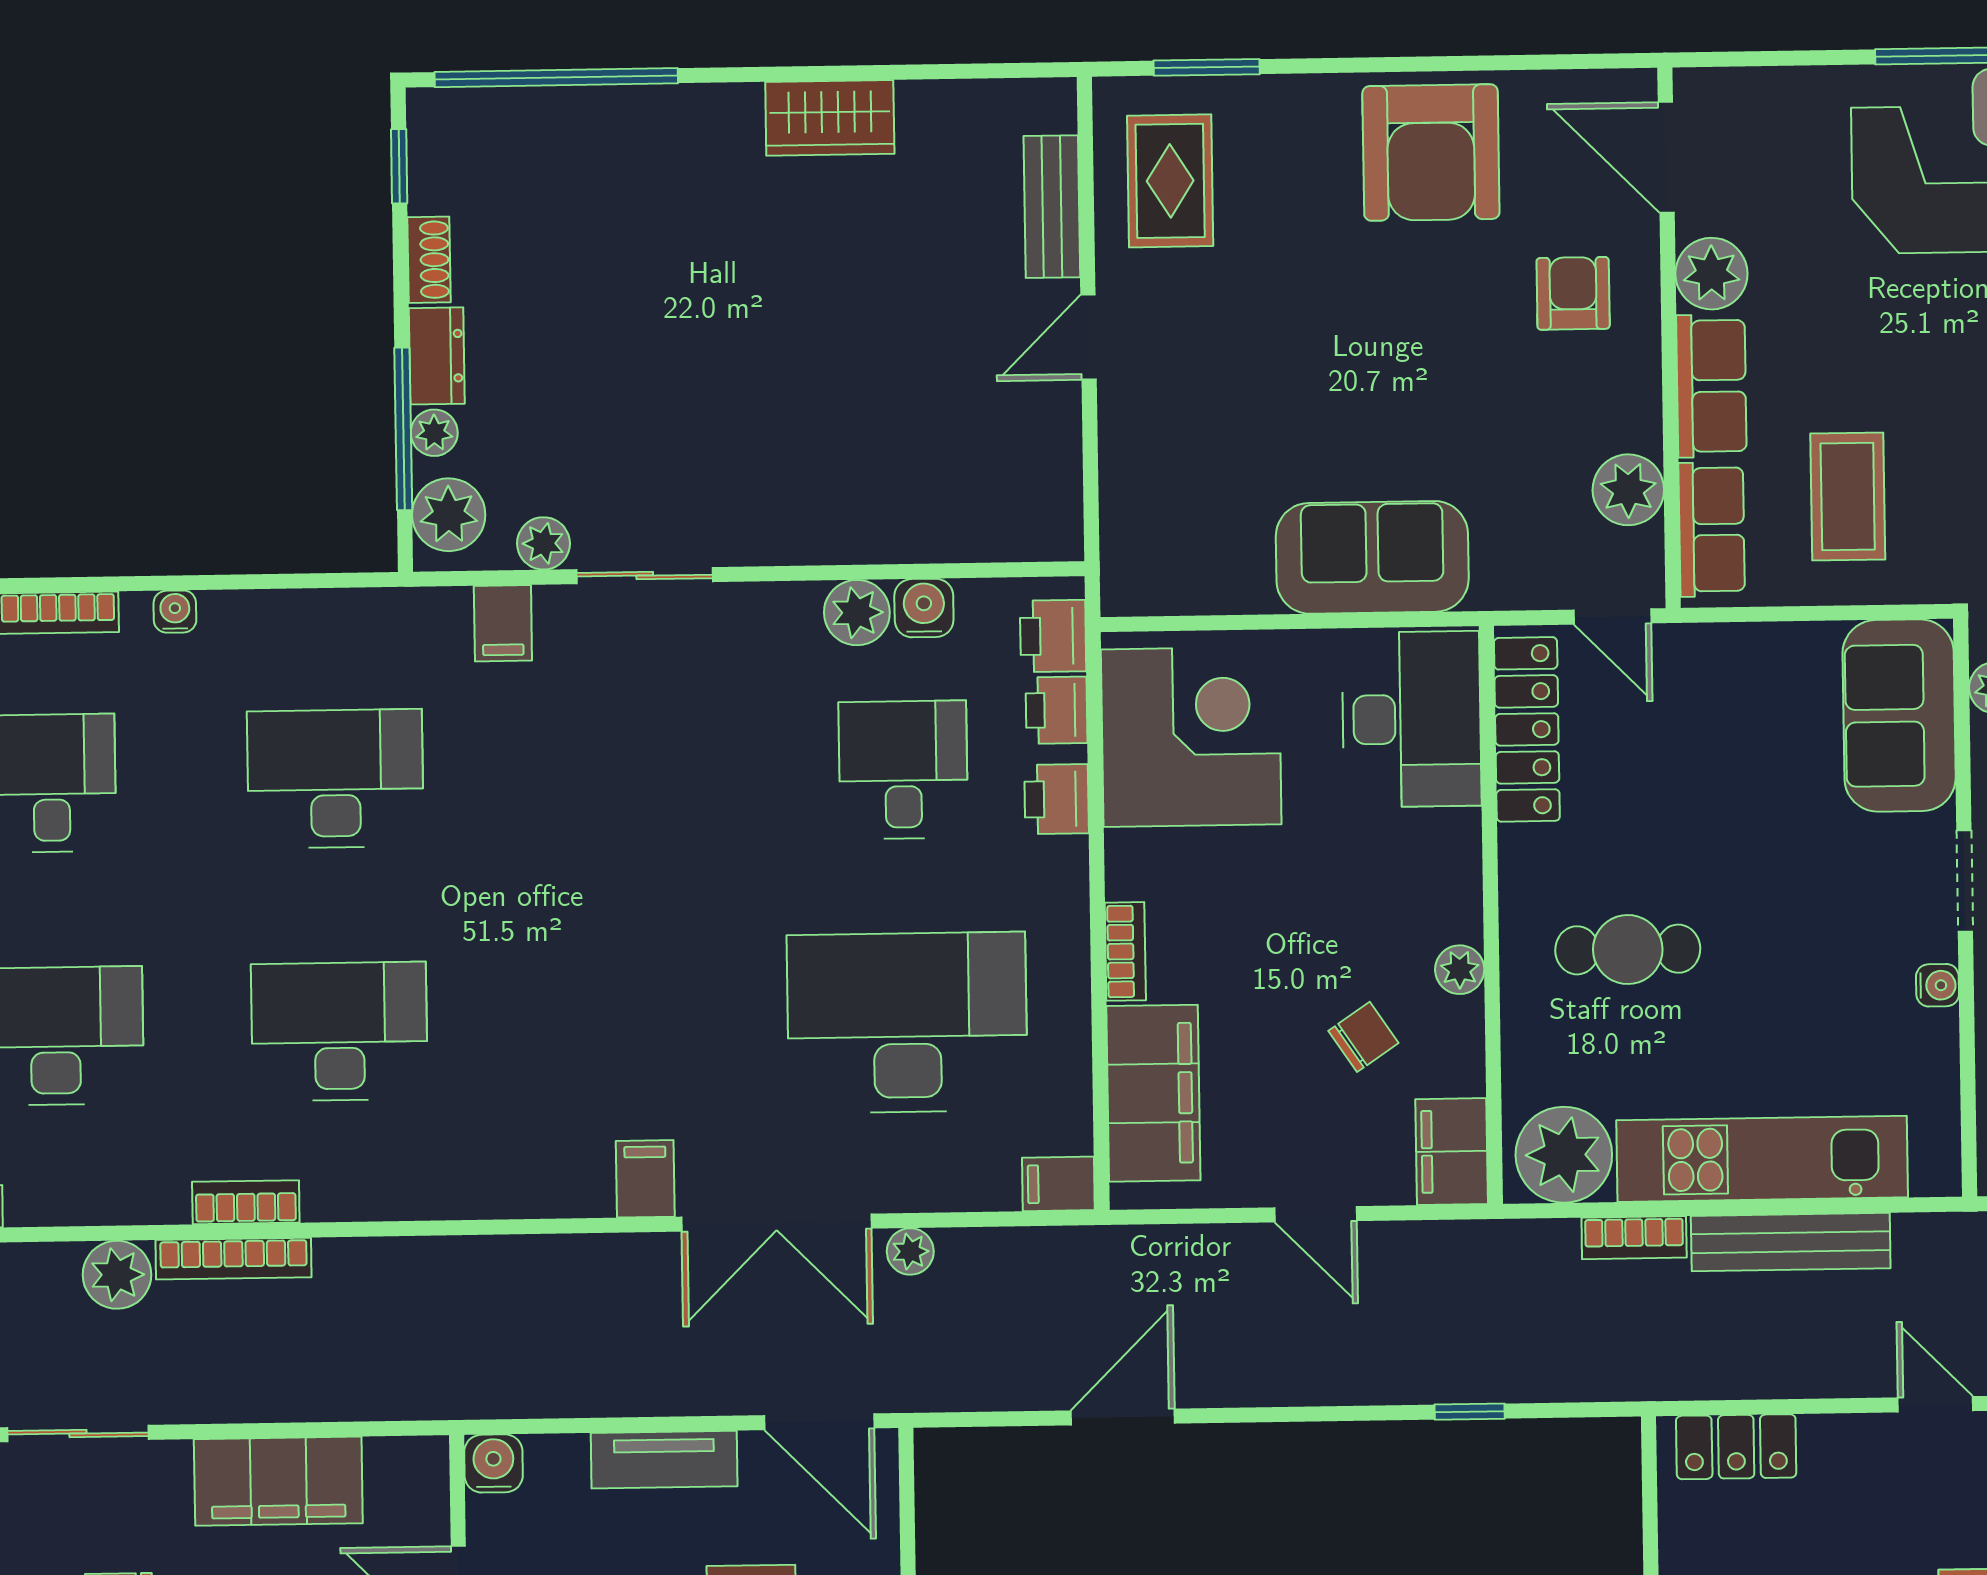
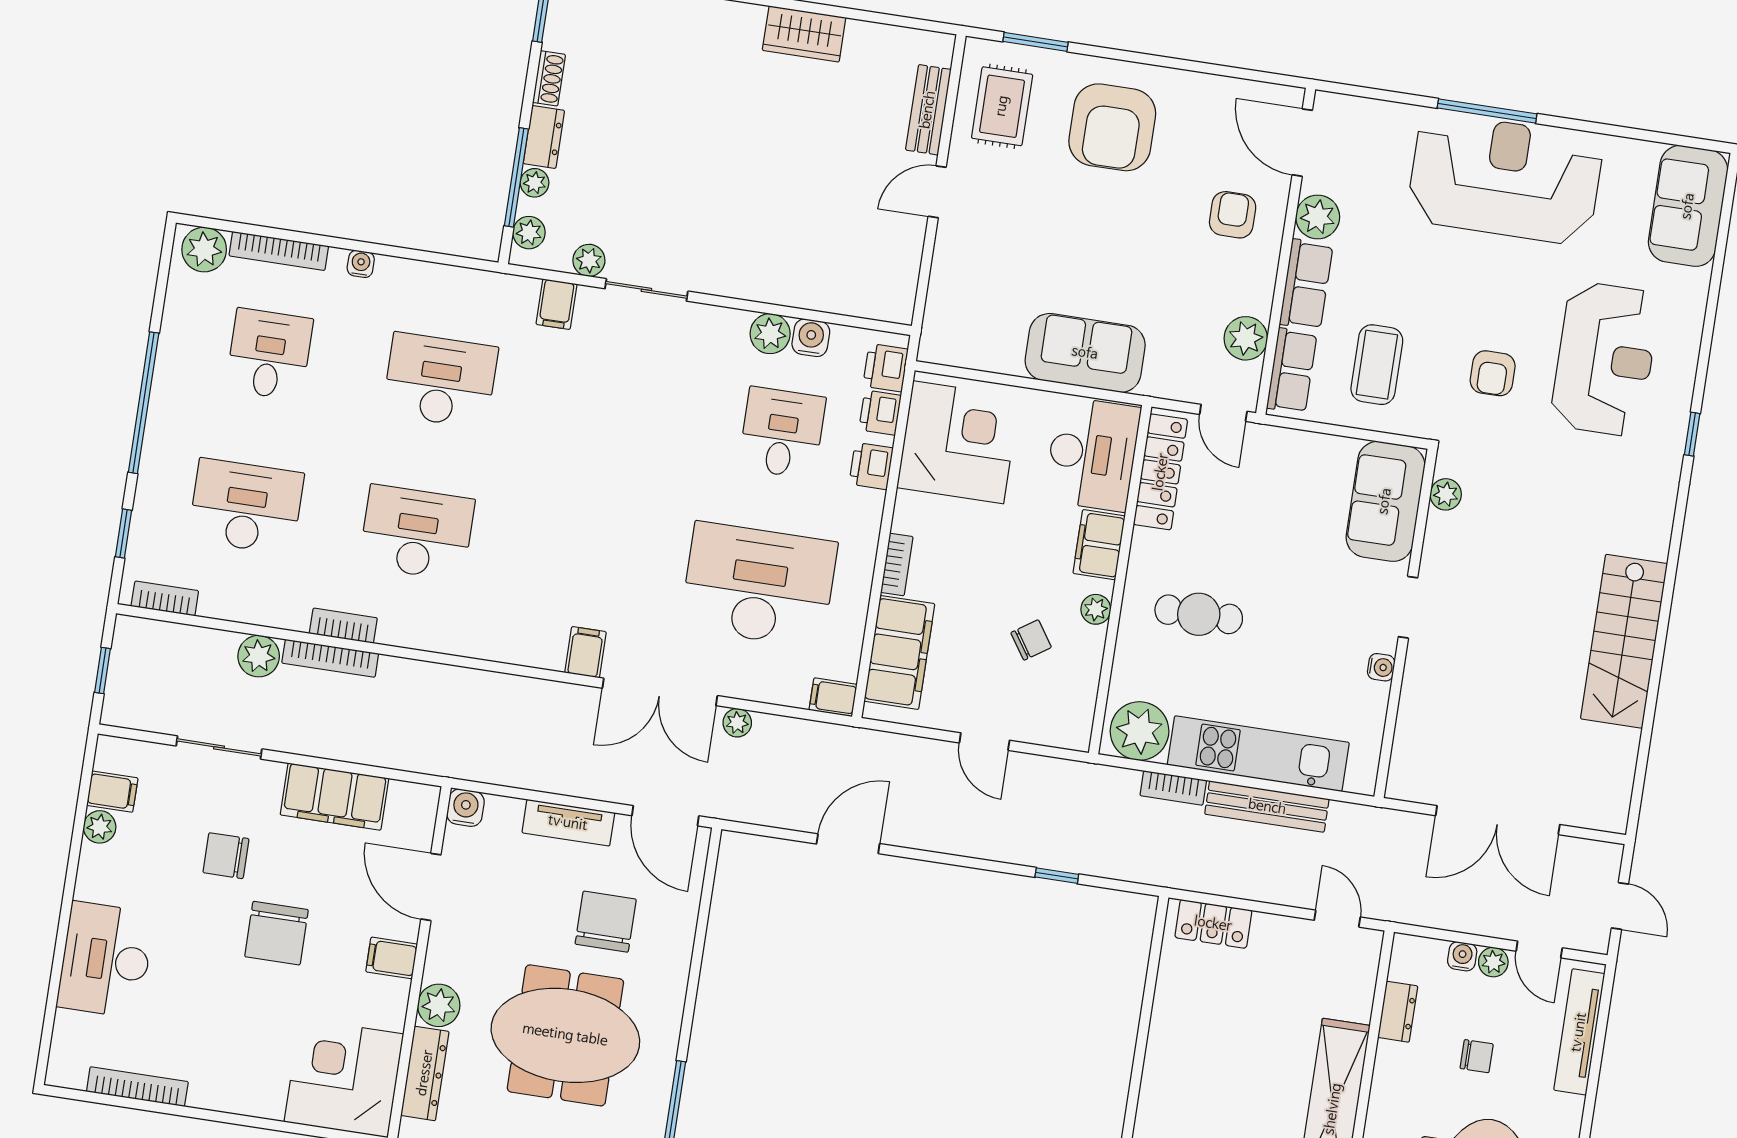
armchair: (1431, 153) -> (1112, 127), moved
plant: (449, 515) -> (529, 233), width x0.73, depth x0.73
filing cabinet: (1452, 1152) -> (1099, 545), moved

